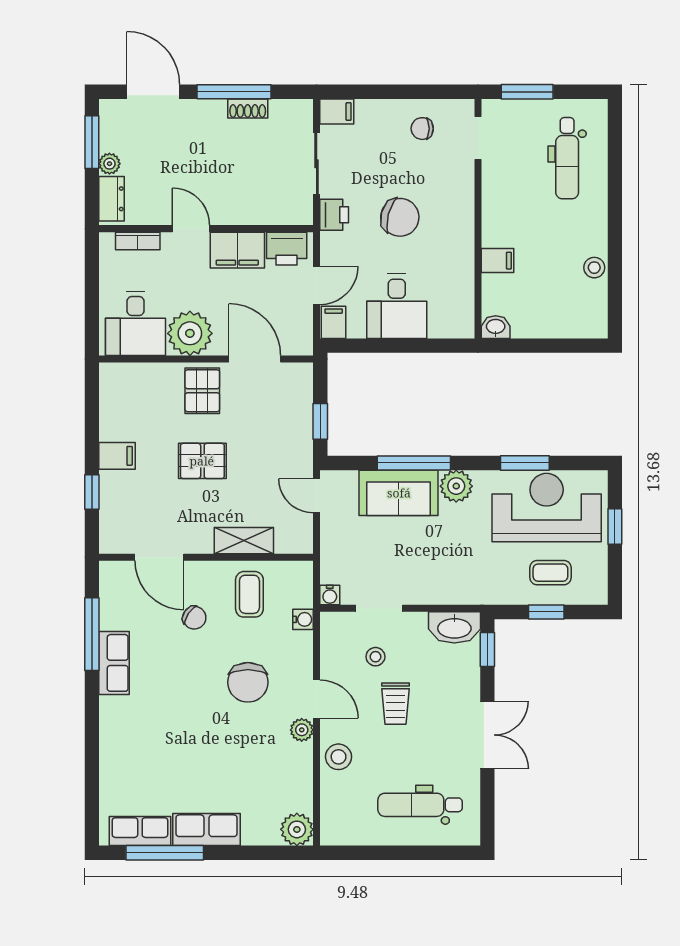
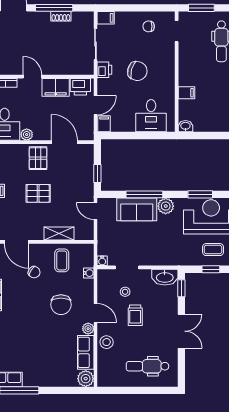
desk: (397, 306) -> (151, 116), moved
plant: (190, 333) -> (27, 135), width x0.53, depth x0.53
row of seats: (207, 830) -> (86, 352), moved, turned -90

